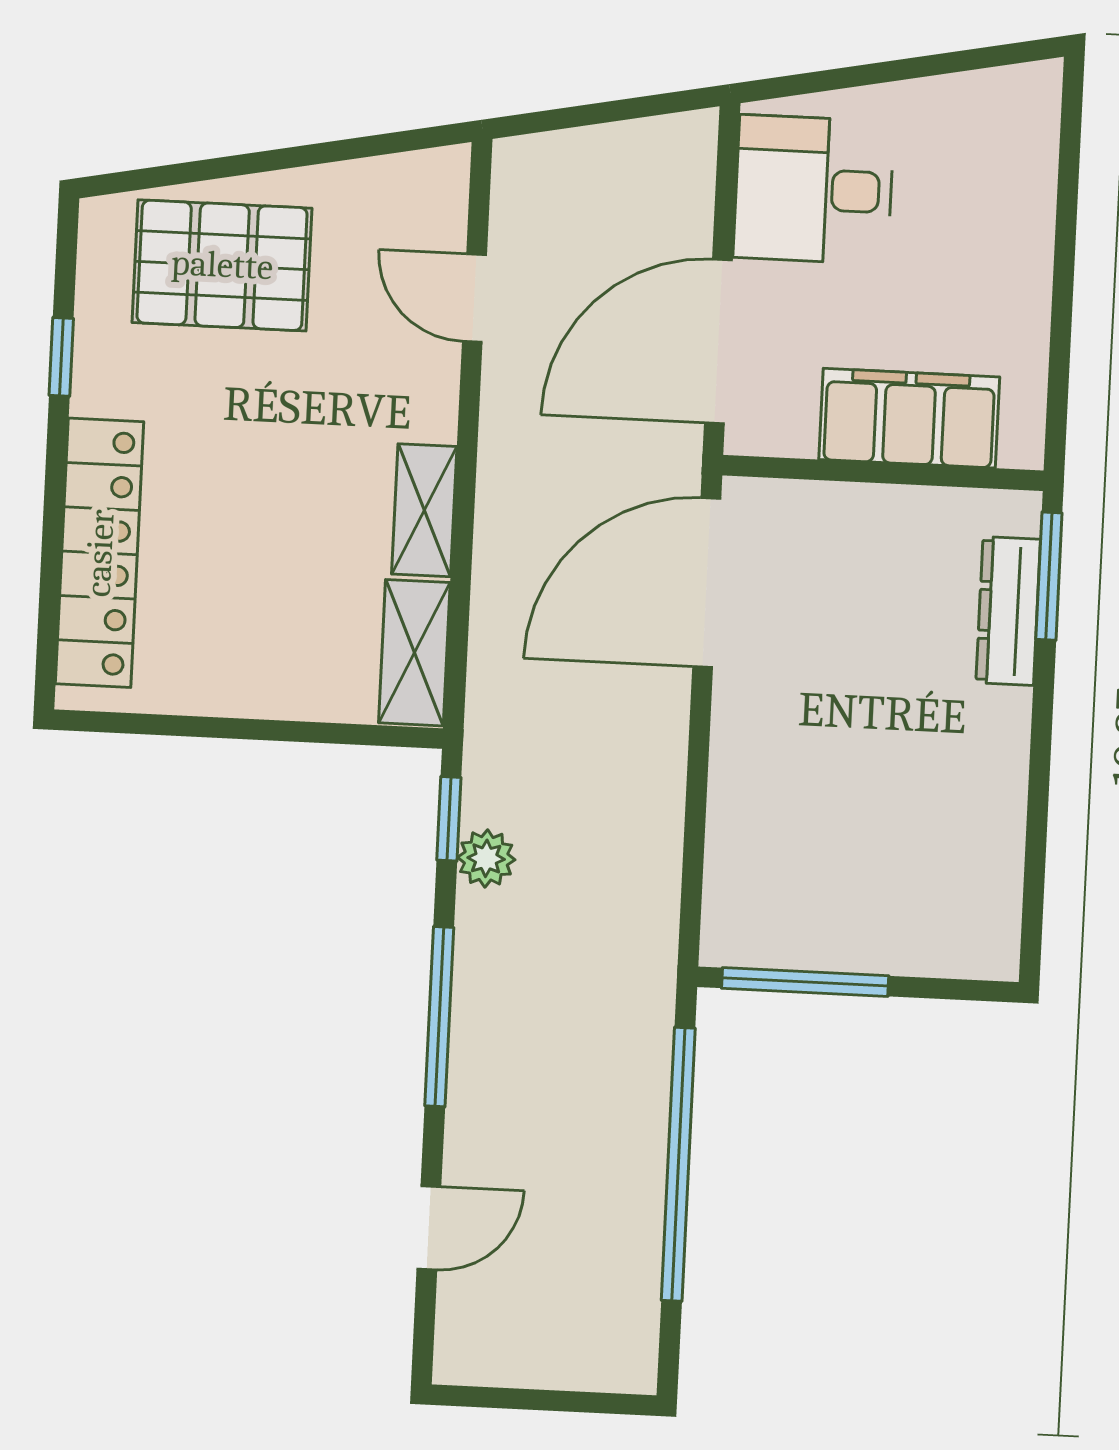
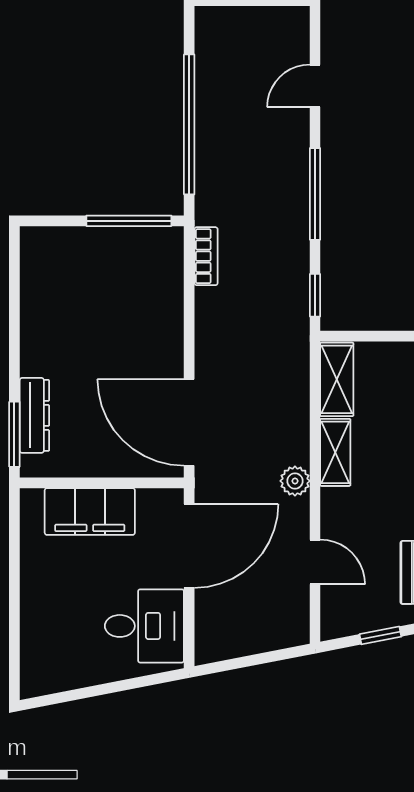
window: (354, 149) -> (380, 635), added
door: (707, 583) -> (189, 422), swing flipped
plant: (486, 858) -> (295, 481), moved
bookcase: (658, 906) -> (206, 256), added

